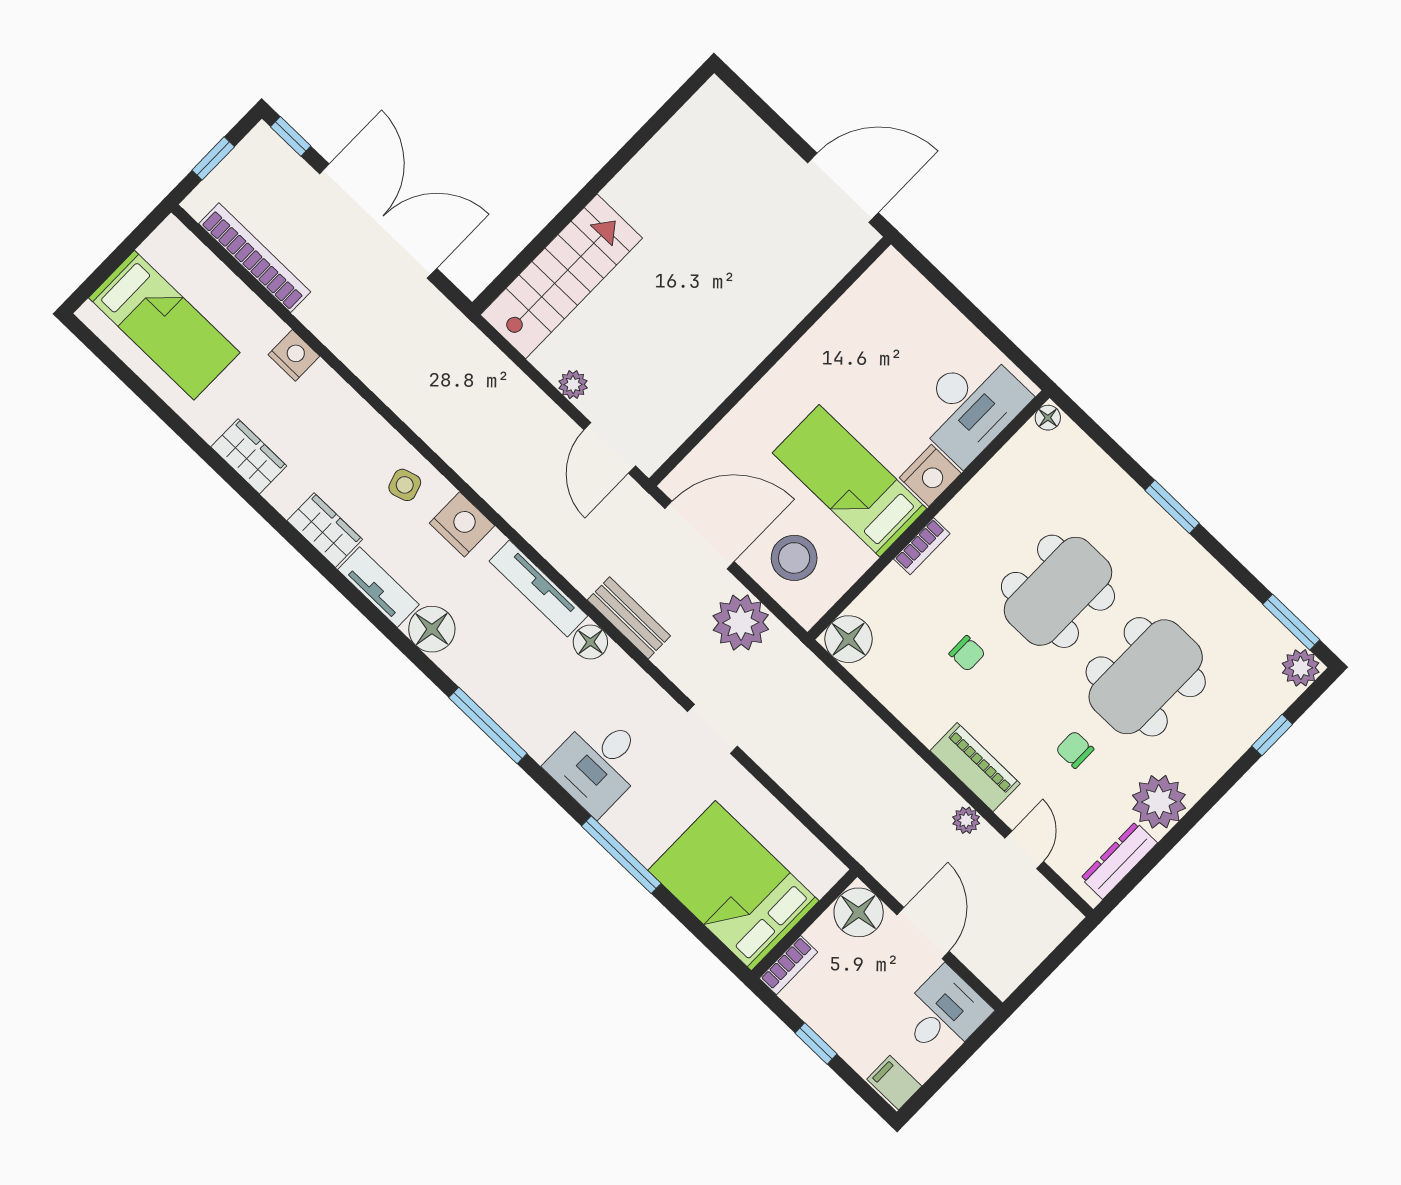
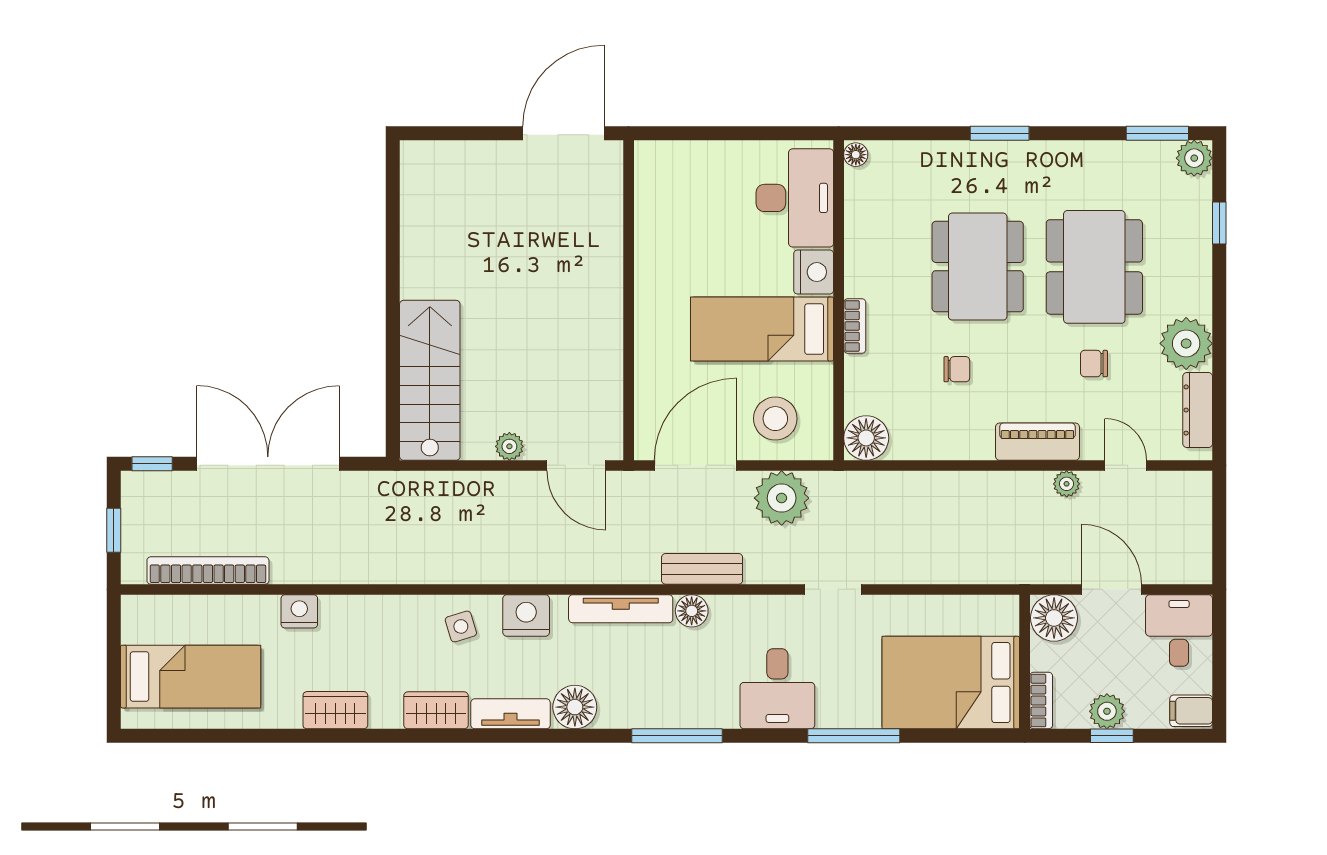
plant: (830, 1021) -> (1107, 711), added

